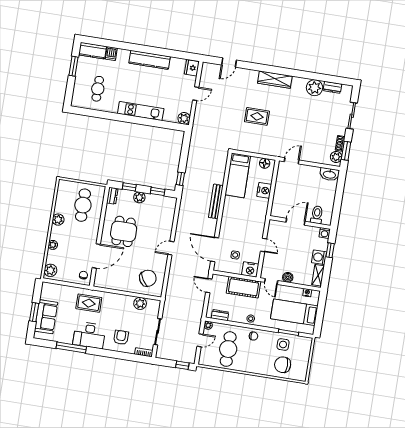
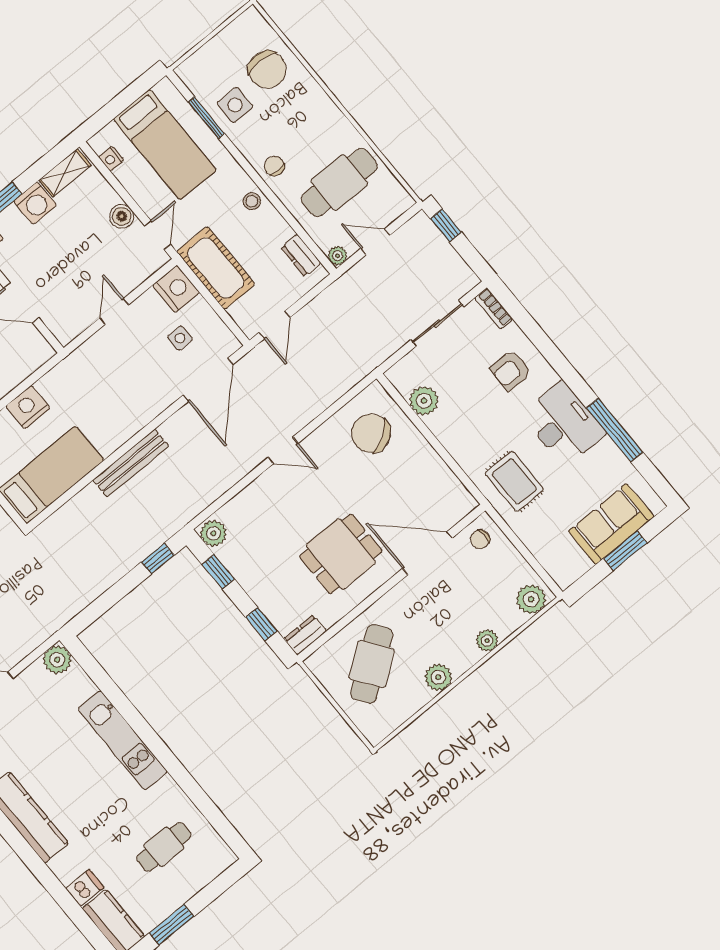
plant: (139, 197) -> (213, 533), moved
cafe table: (83, 205) -> (372, 664), turned -36

